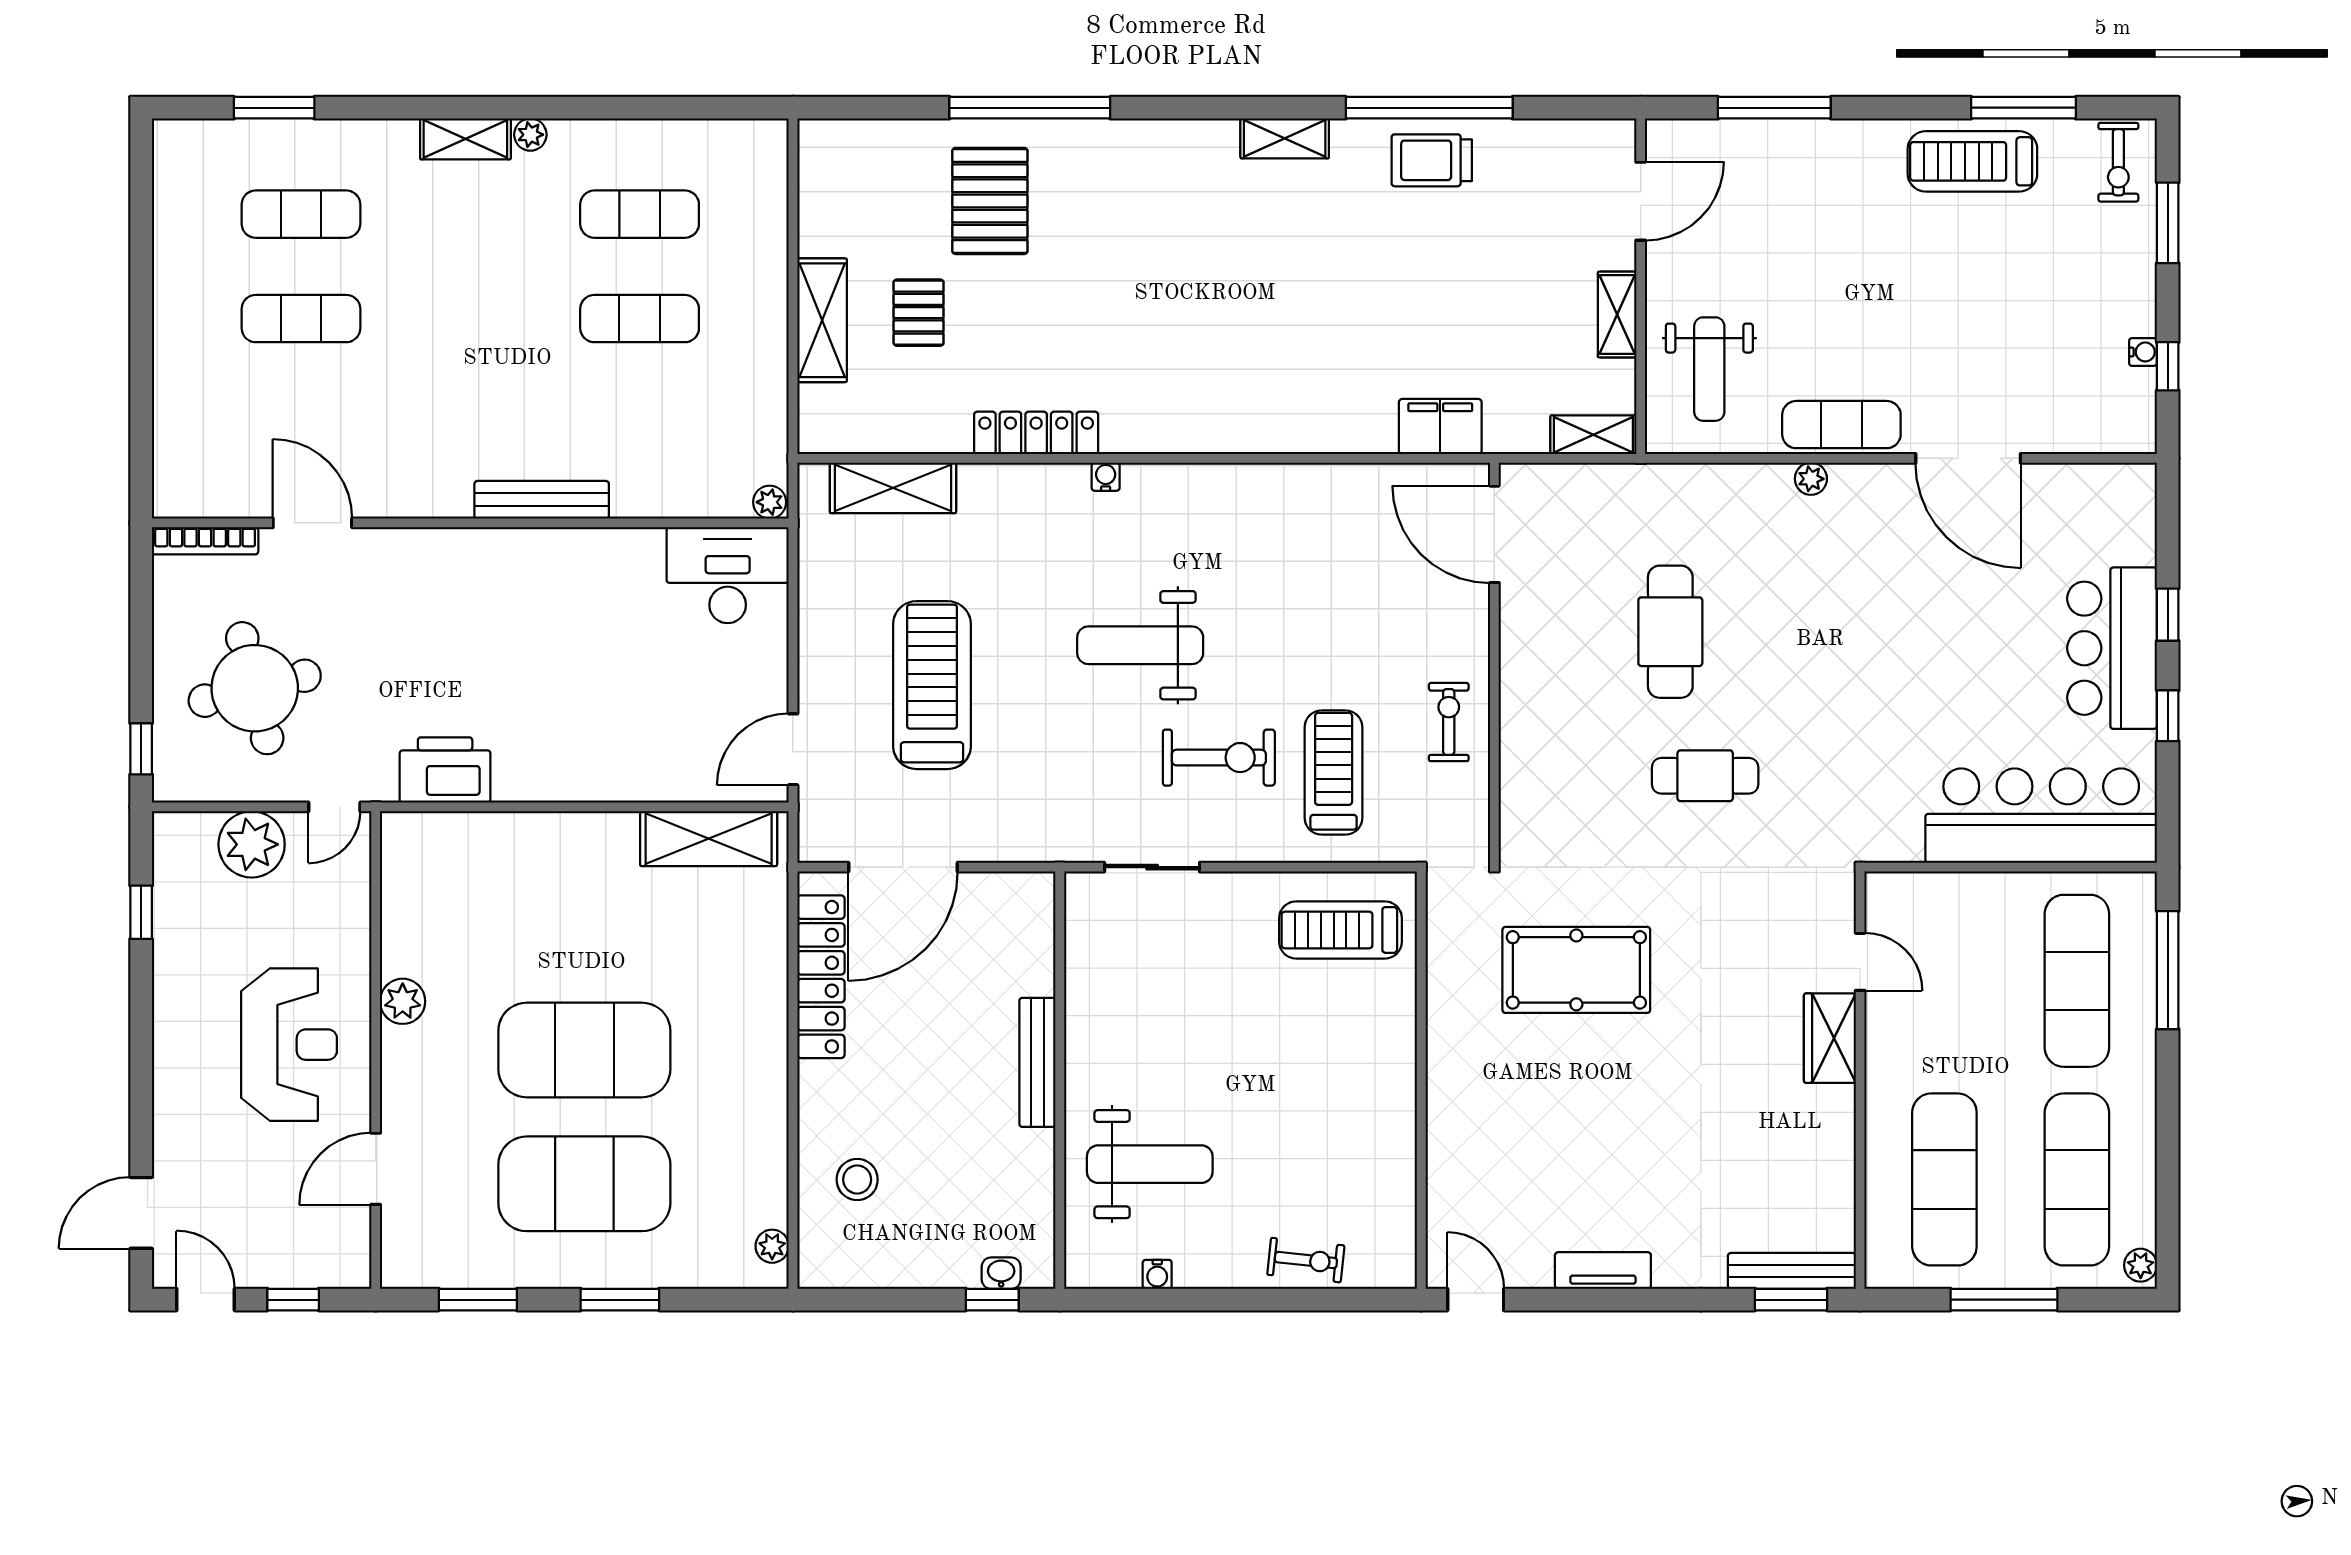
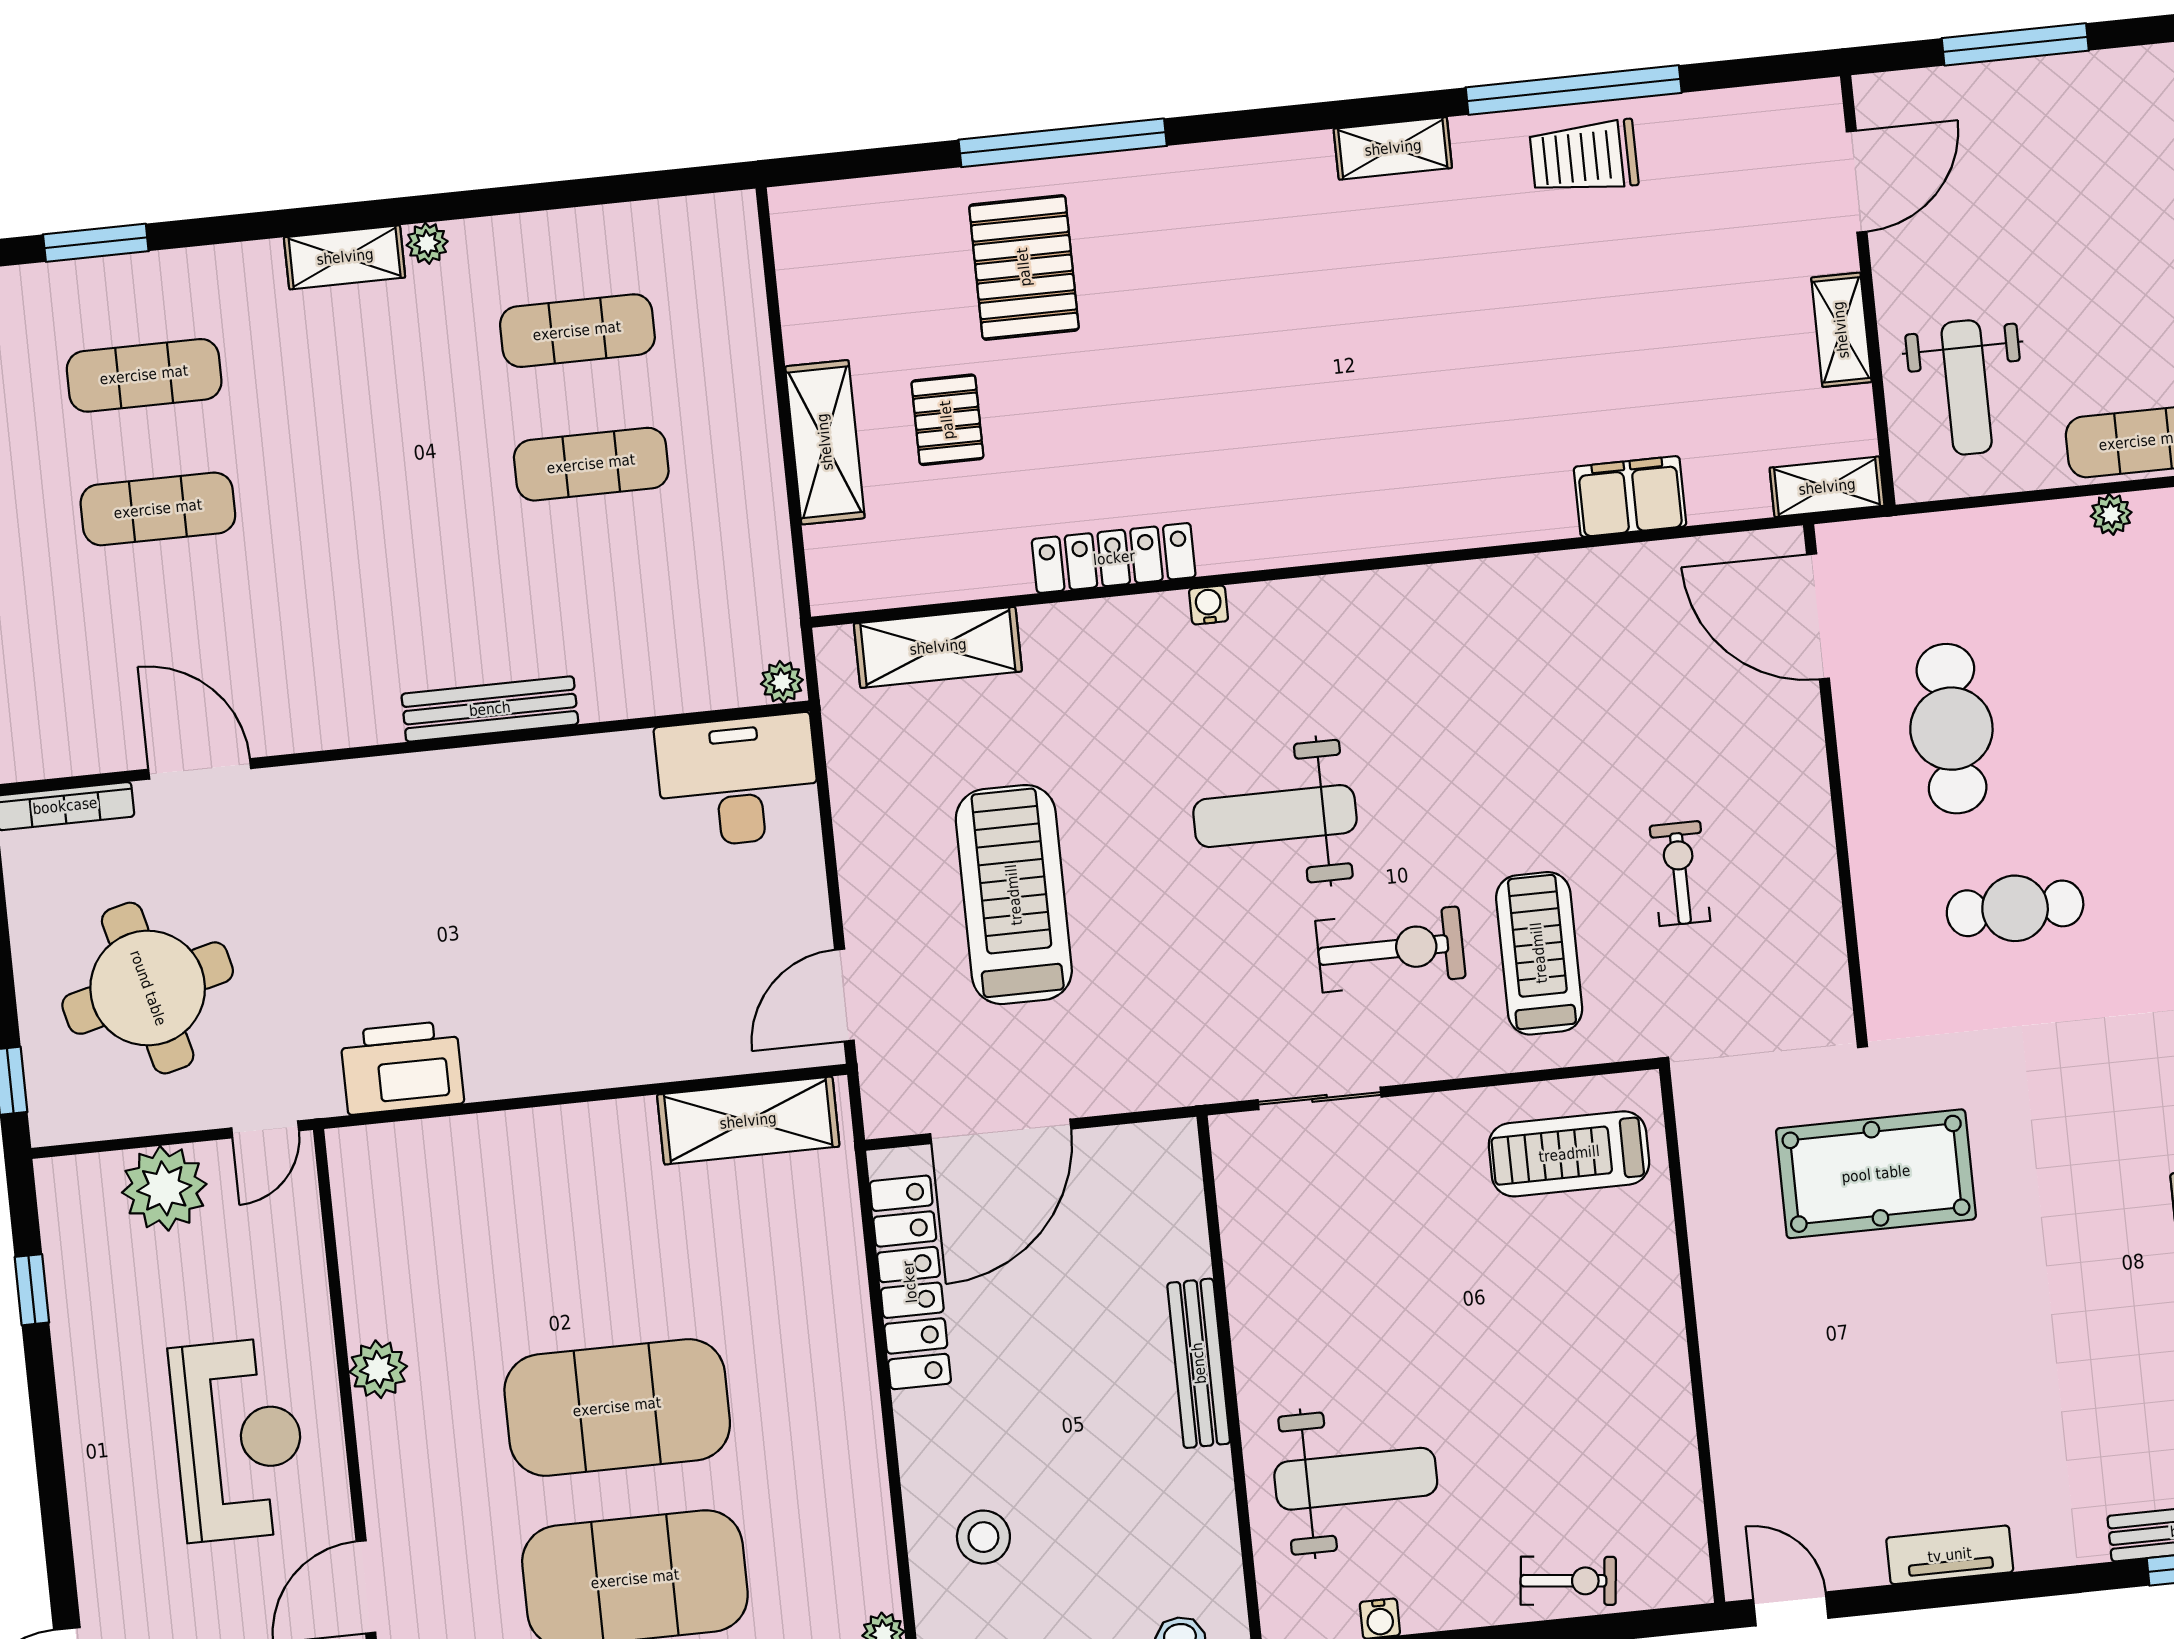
door: (1494, 534) -> (1818, 616), moved
wall: (1494, 663) -> (1835, 781), moved

